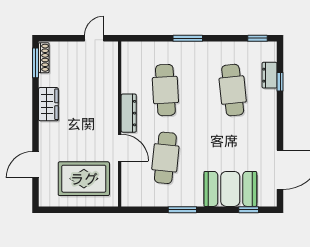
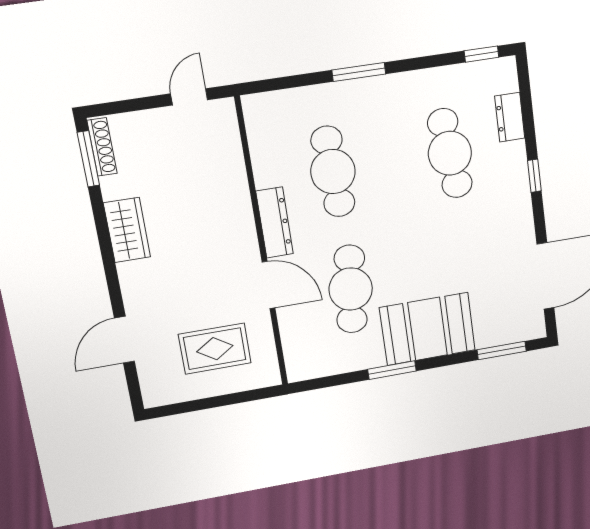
window: (280, 82) -> (534, 176), moved
rug: (84, 179) -> (215, 349), width x0.73, depth x0.70
booth: (230, 189) -> (428, 329), moved
window: (249, 210) -> (502, 350), width x1.50

